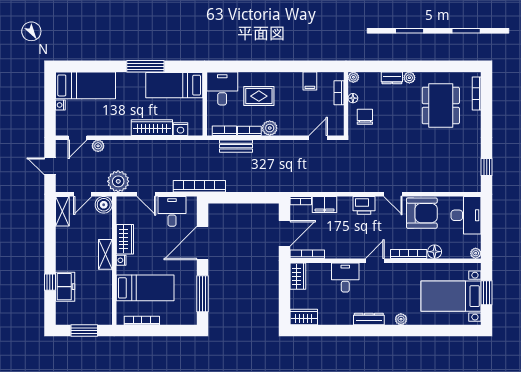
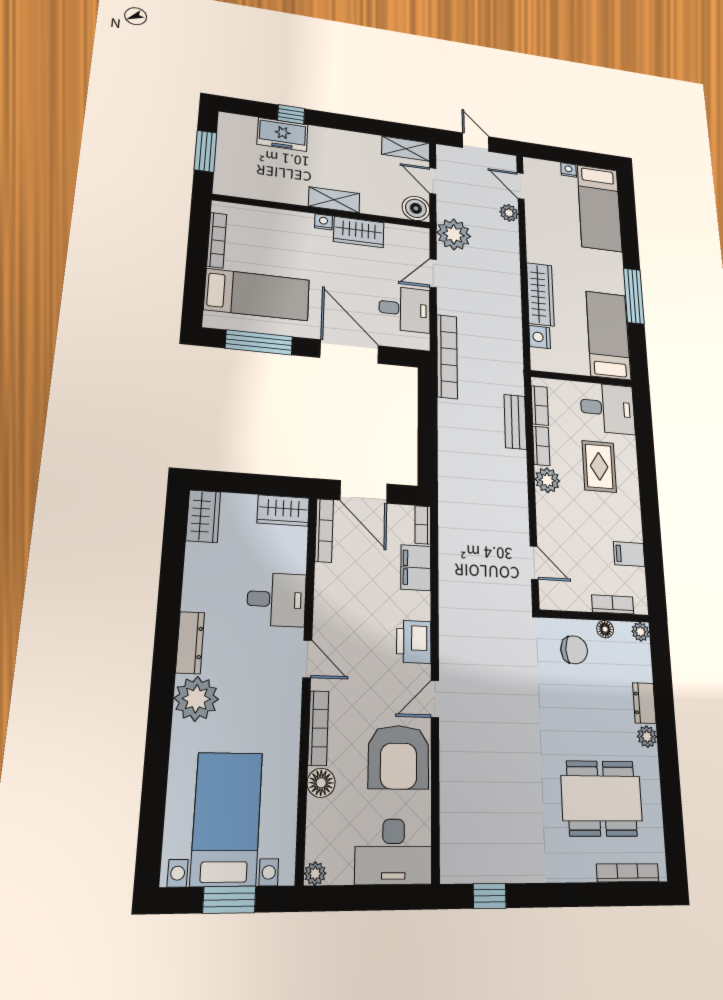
door: (50, 166) -> (476, 142), hinge flipped
bed: (145, 288) -> (257, 295), moved, turned -90
plant: (401, 319) -> (196, 699), width x1.87, depth x1.87

